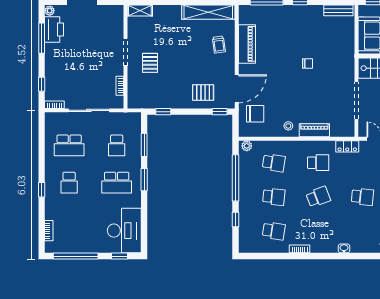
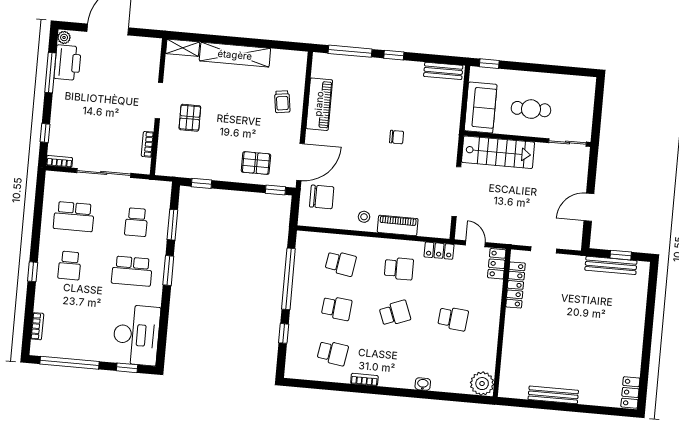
shelving: (208, 12) -> (235, 55), moved
plant: (247, 146) -> (307, 238), removed

